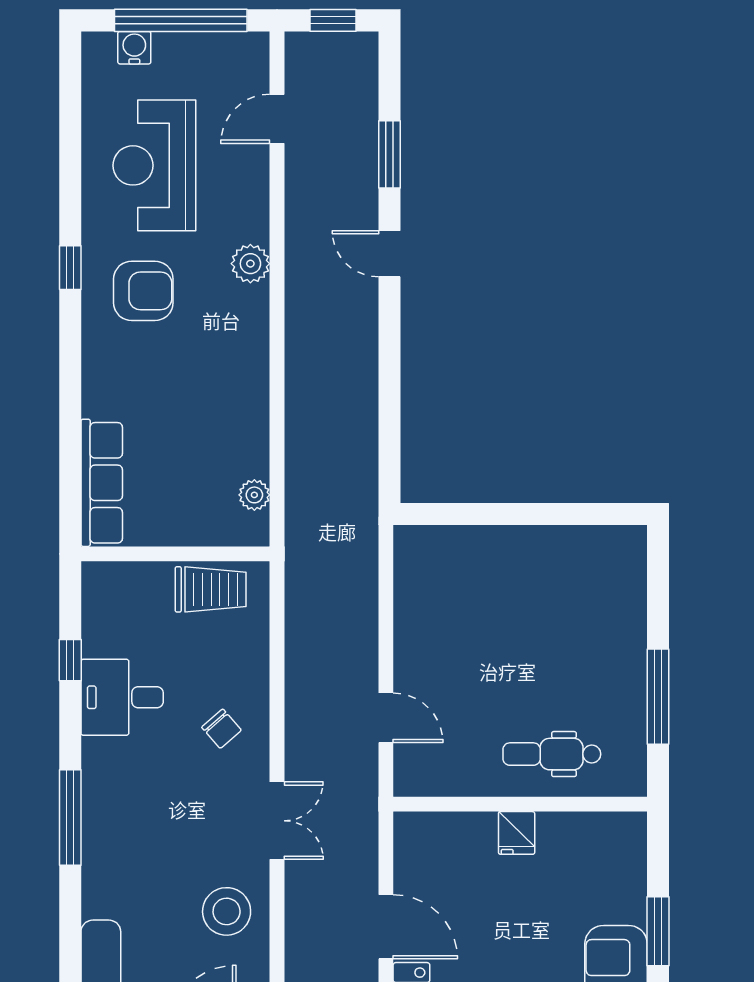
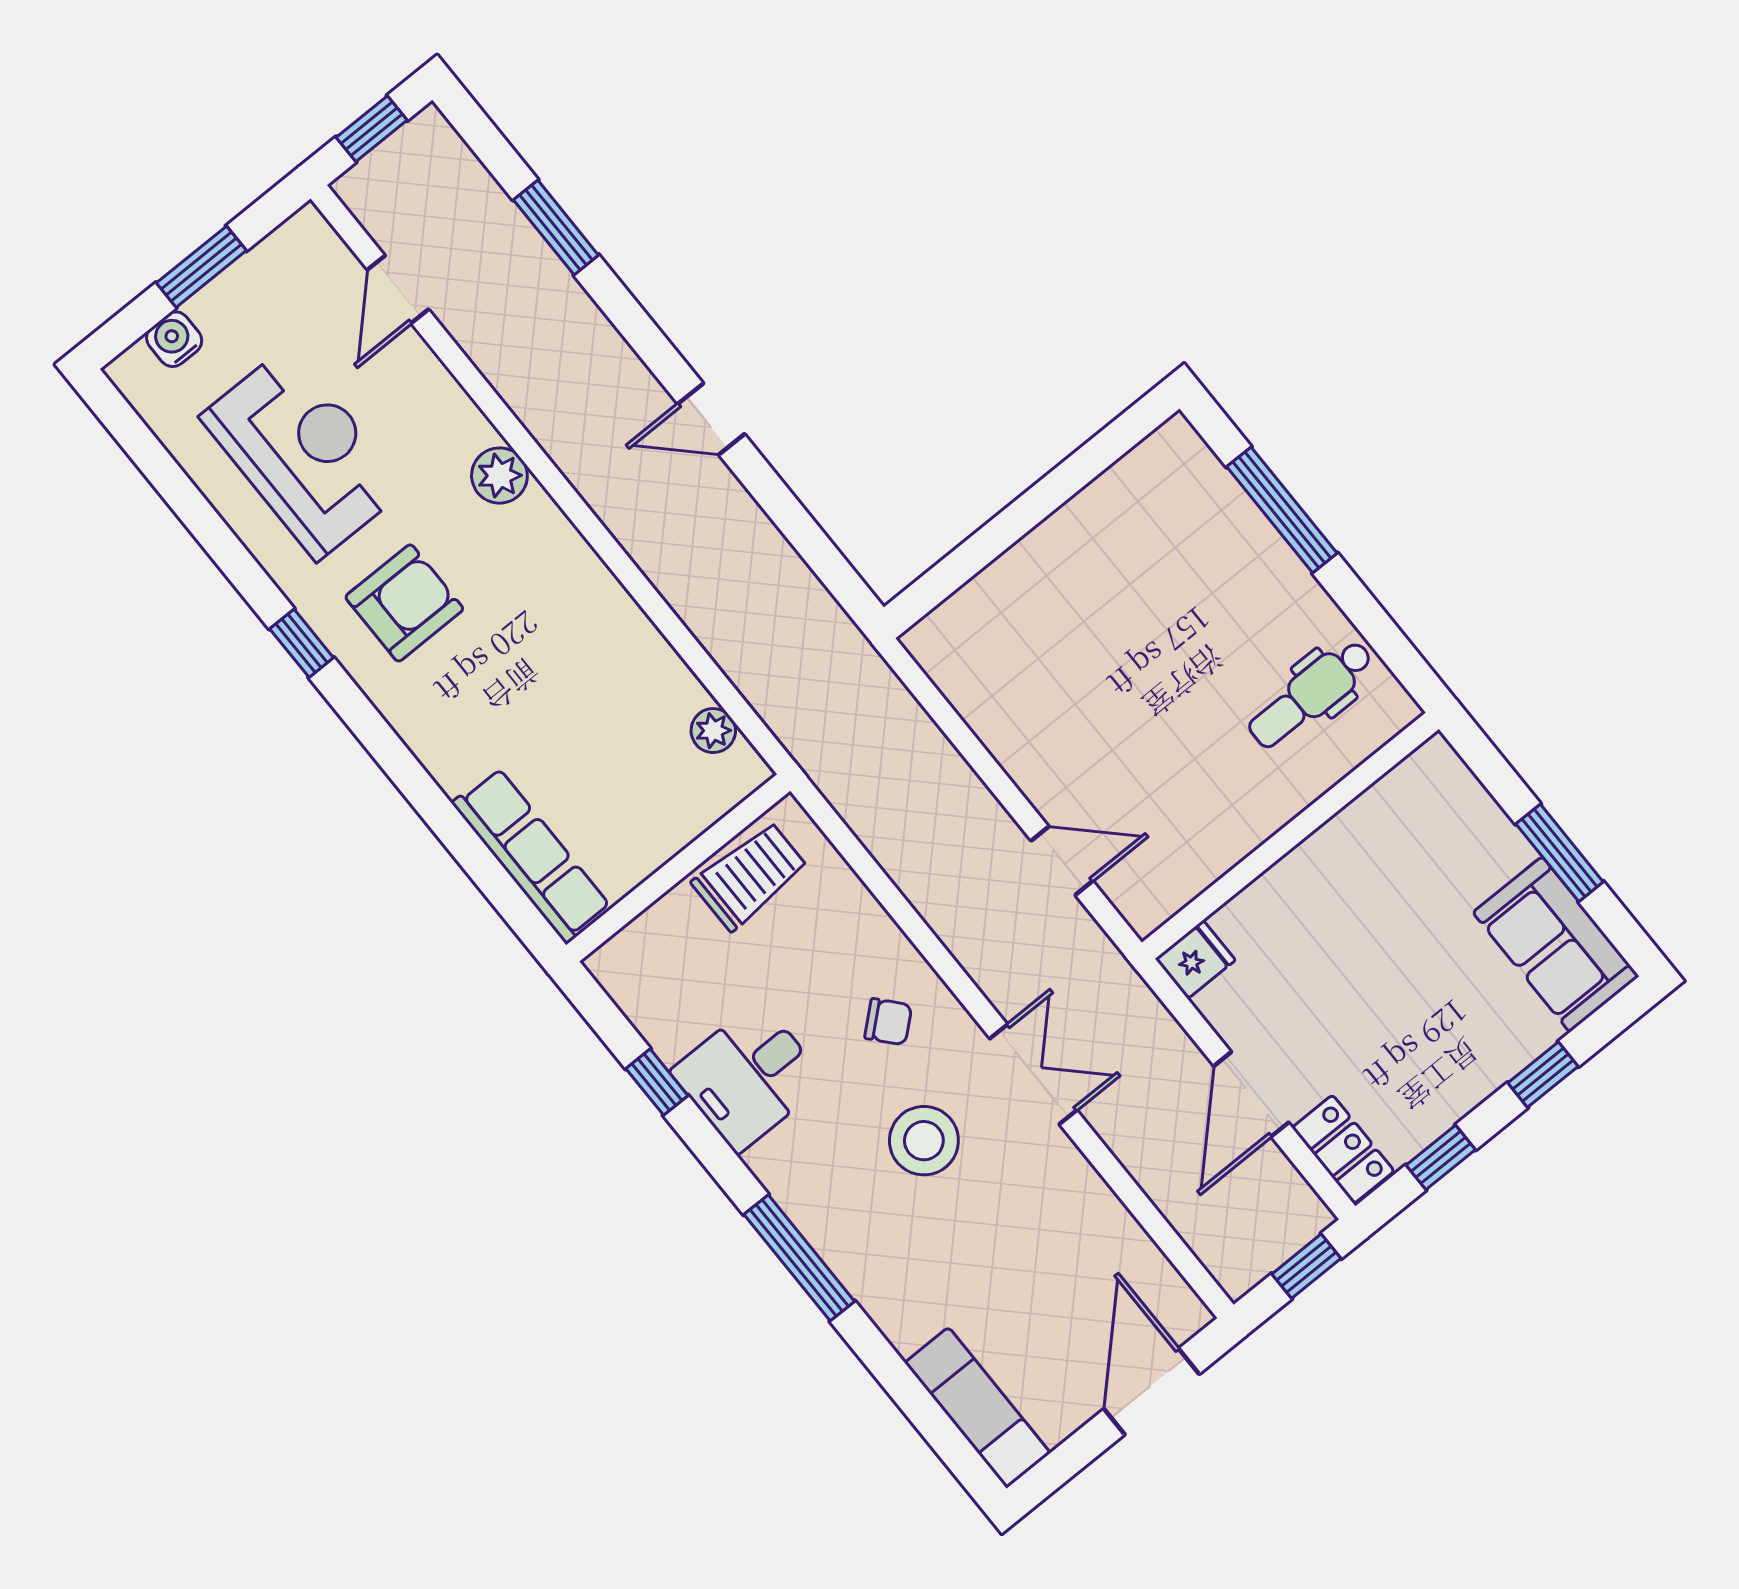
window: (181, 20) -> (201, 267), width x0.47
reception desk: (154, 165) -> (303, 453), turned 180
door: (389, 254) -> (711, 419), moved
window: (658, 697) -> (1282, 510), moved
dental chair: (552, 754) -> (1311, 694), moved
fridge: (517, 833) -> (1195, 960), moved, turned -90
stool: (227, 911) -> (924, 1141), moved
door: (386, 927) -> (1251, 1094), swing flipped

